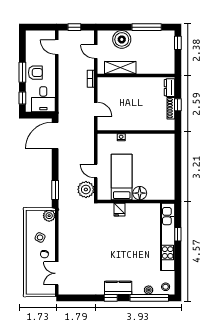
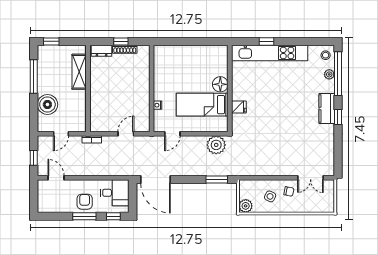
door: (57, 47) -> (56, 178), swing flipped
shelving: (120, 68) -> (79, 72), moved
door: (96, 171) -> (172, 134), moved
plant: (49, 216) -> (246, 206), moved

